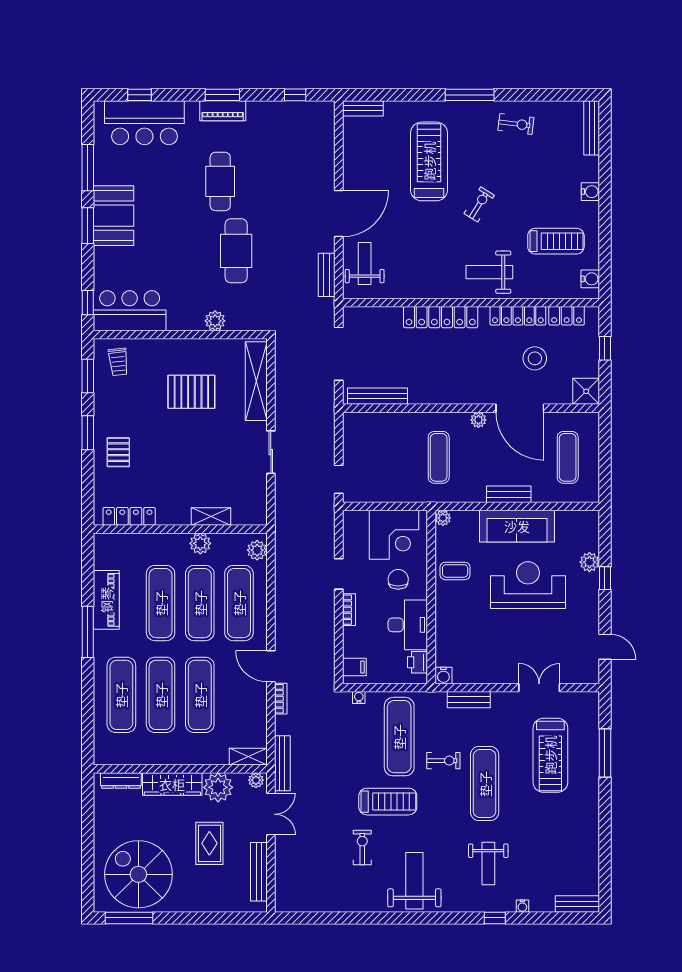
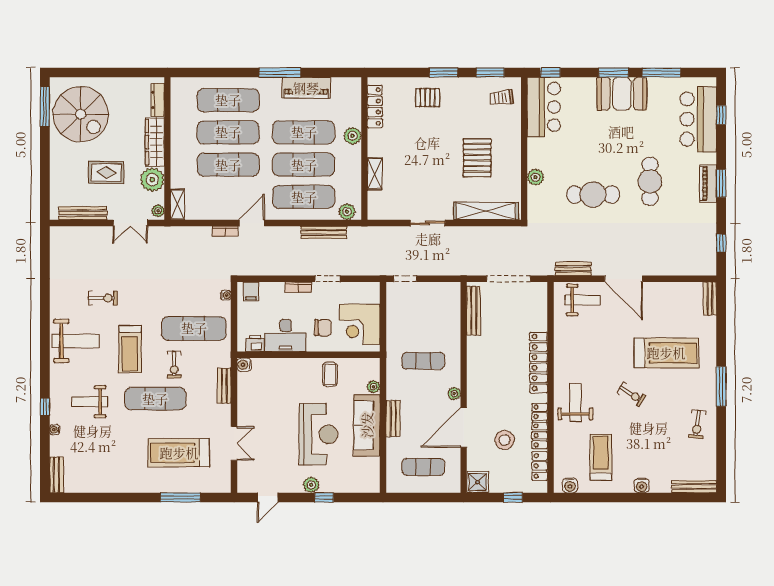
cafe table: (220, 181) -> (650, 181), turned 90
treadmill: (556, 241) -> (601, 457), turned 180
plant: (443, 518) -> (373, 387), moved
plant: (200, 543) -> (353, 136), moved
plant: (589, 562) -> (311, 485), moved
bench: (282, 763) -> (324, 232), moved
treadmill: (388, 802) -> (130, 349), moved
spiral stairs: (138, 874) -> (81, 114), turned 90

